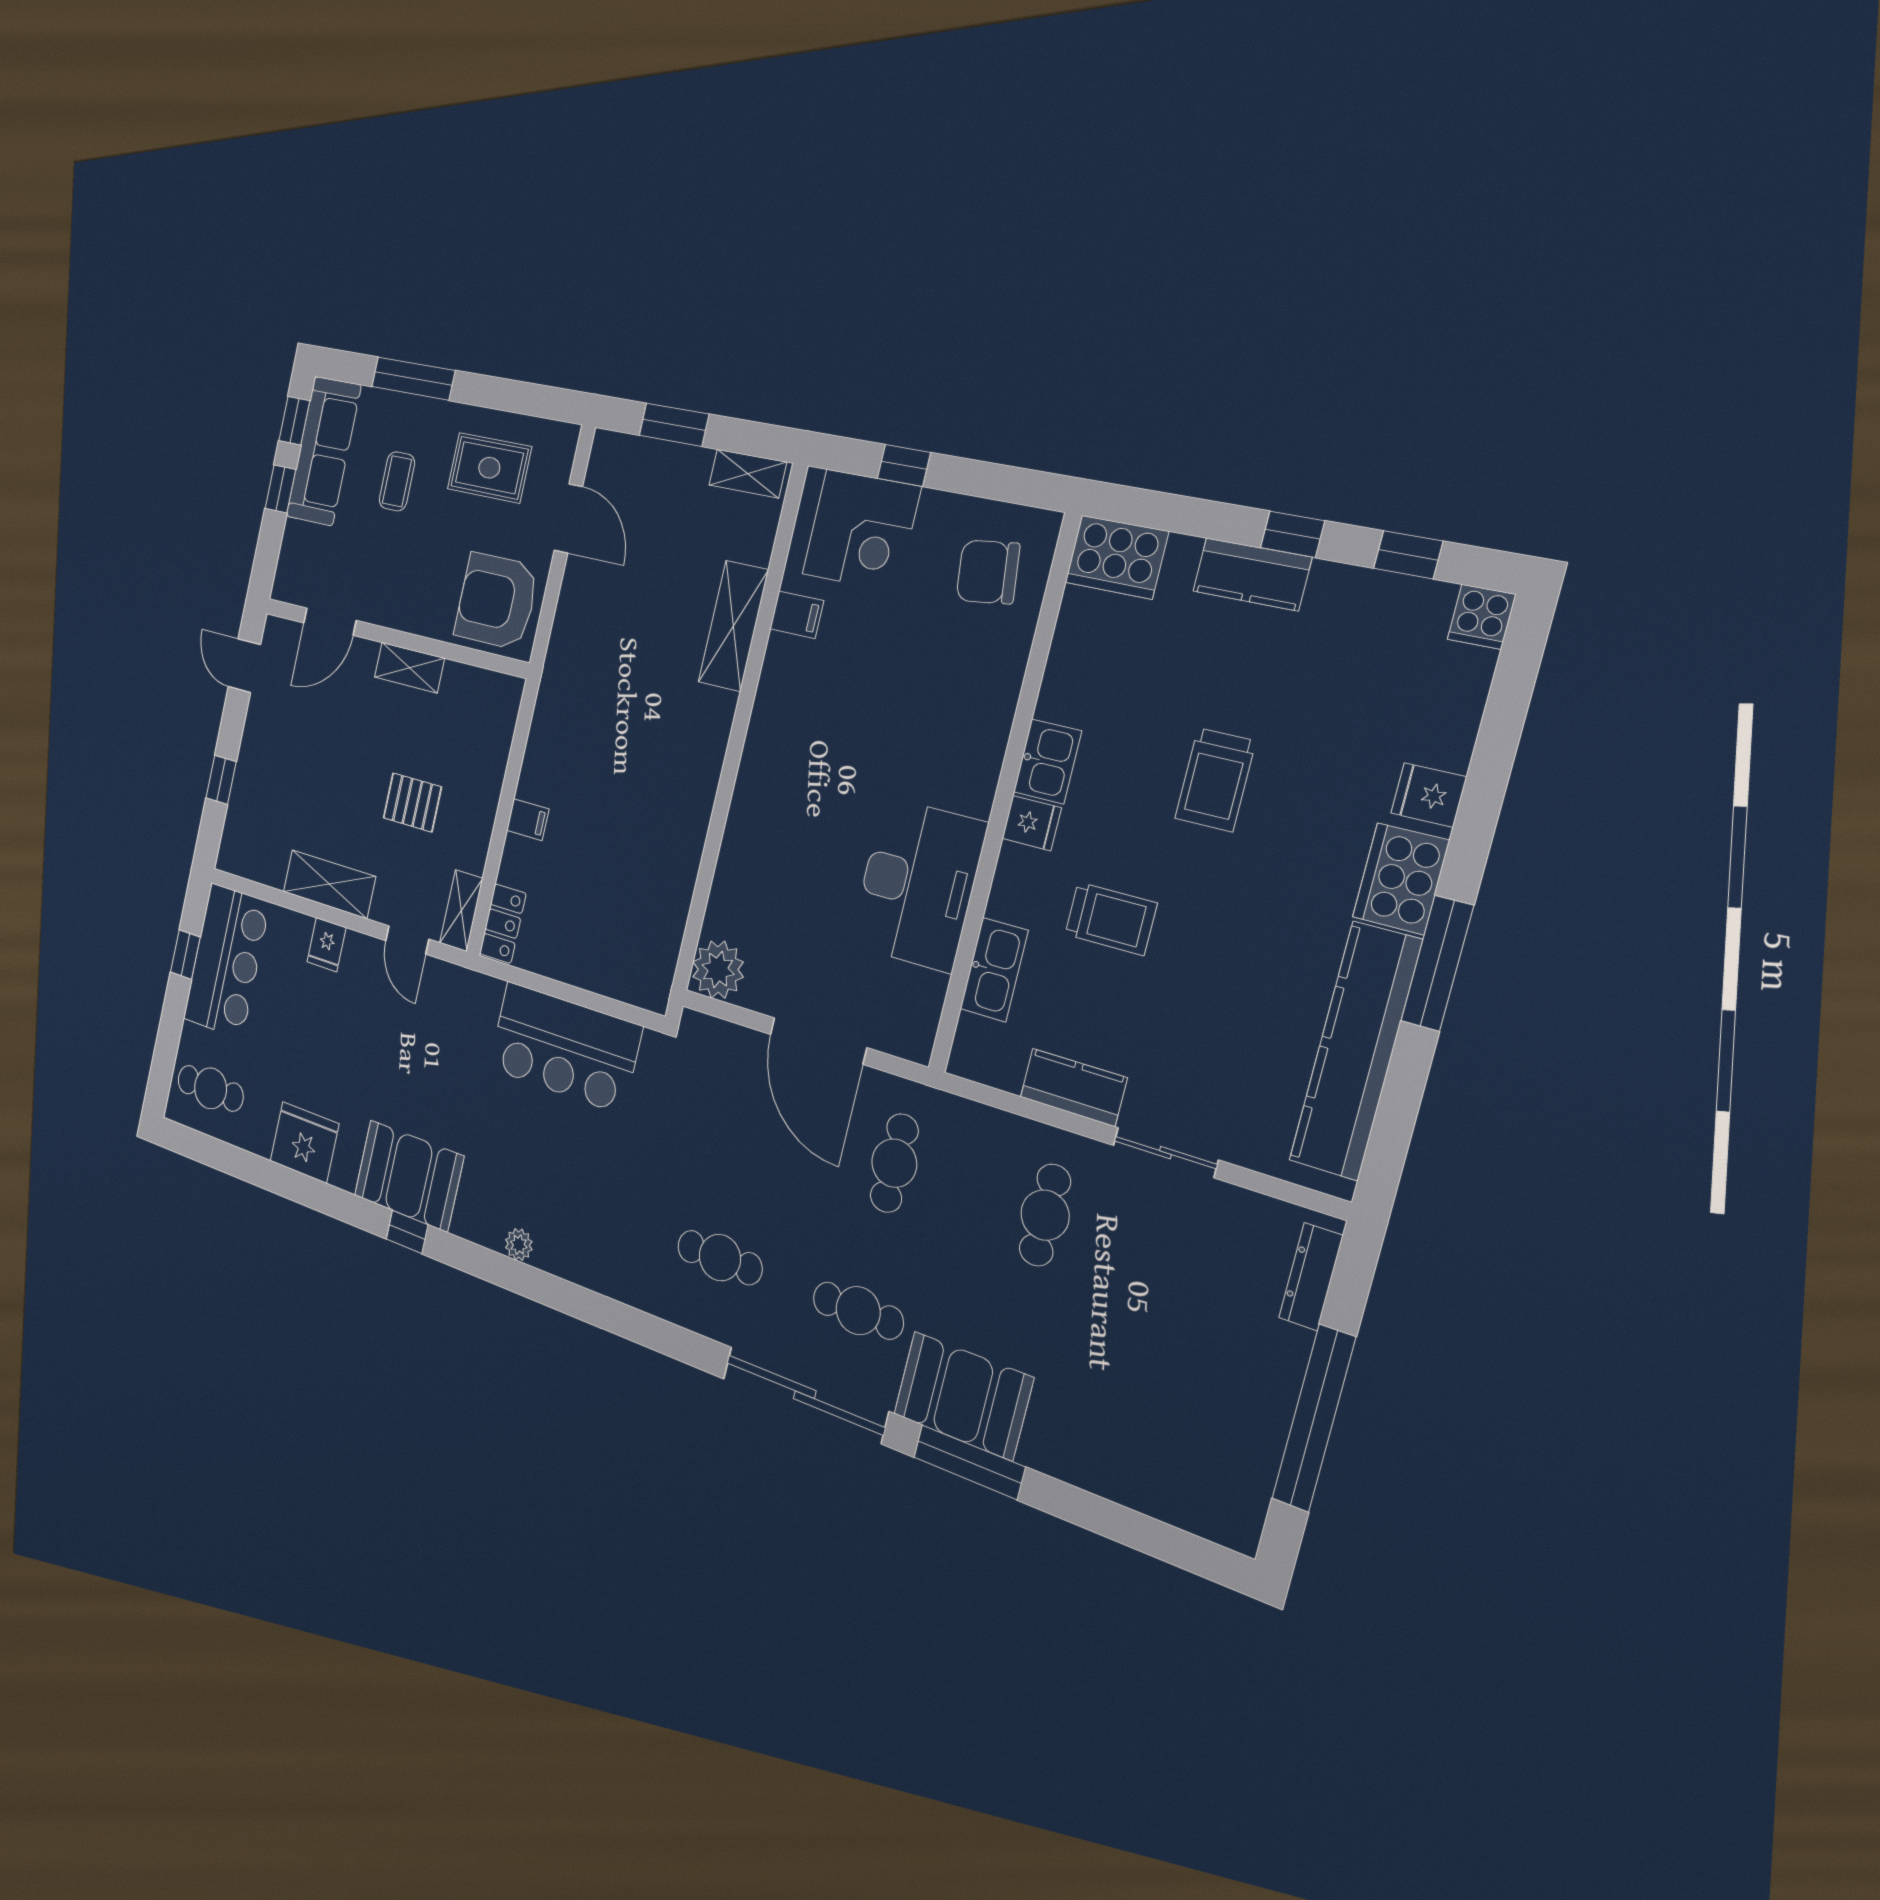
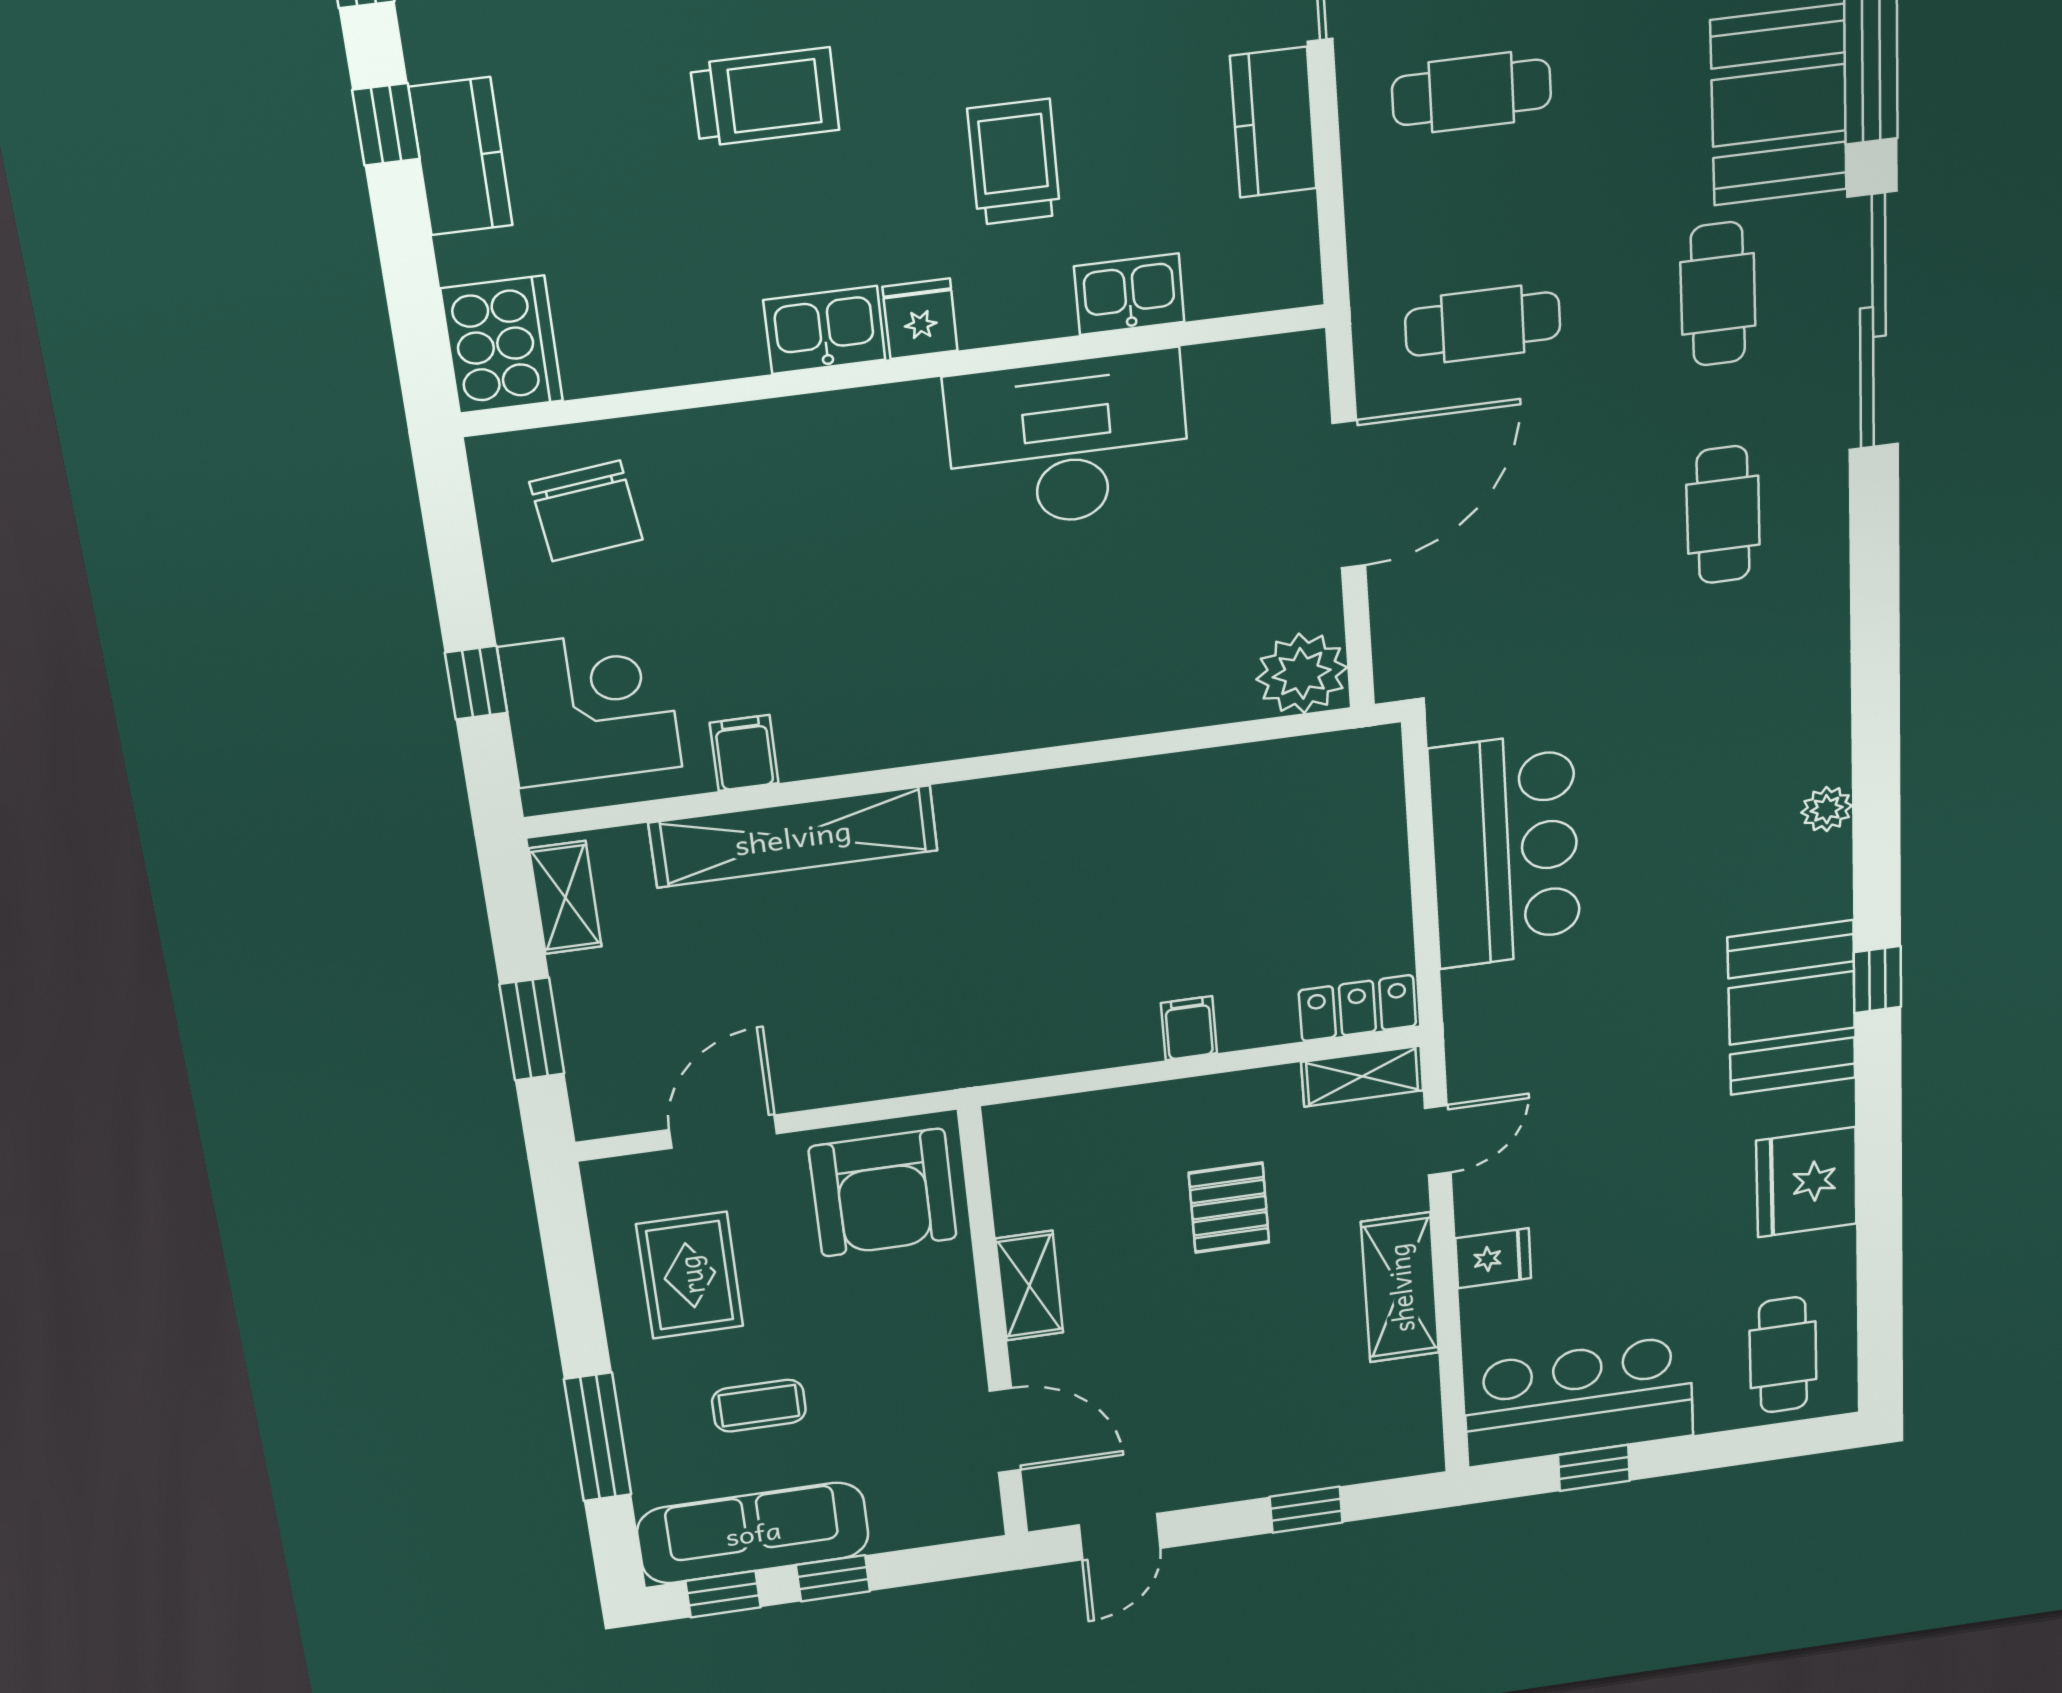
shelving: (733, 626) -> (793, 837), width x1.47
kitchen sink: (994, 970) -> (1129, 294), width x0.73

